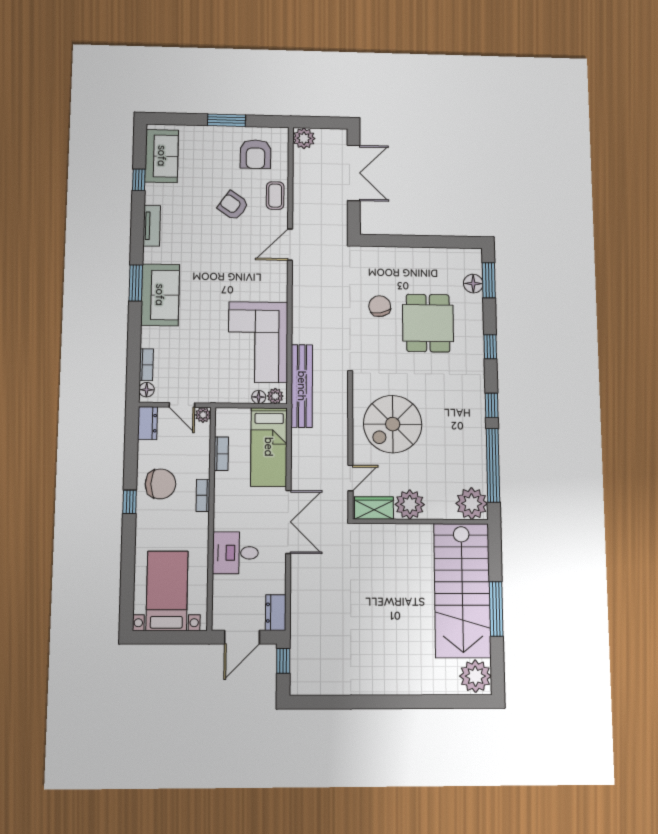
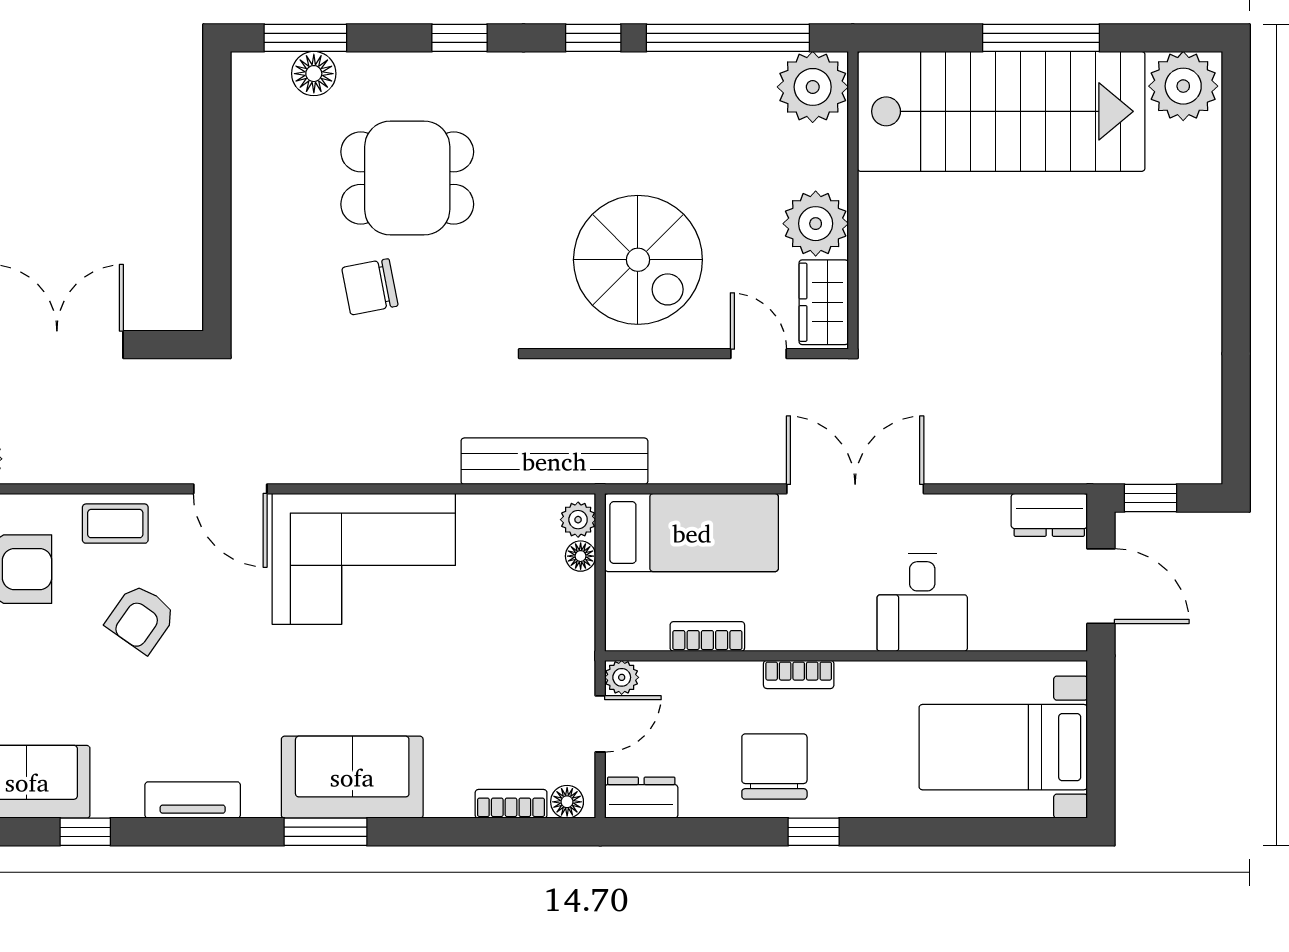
corner sofa: (258, 342) -> (364, 559), moved

